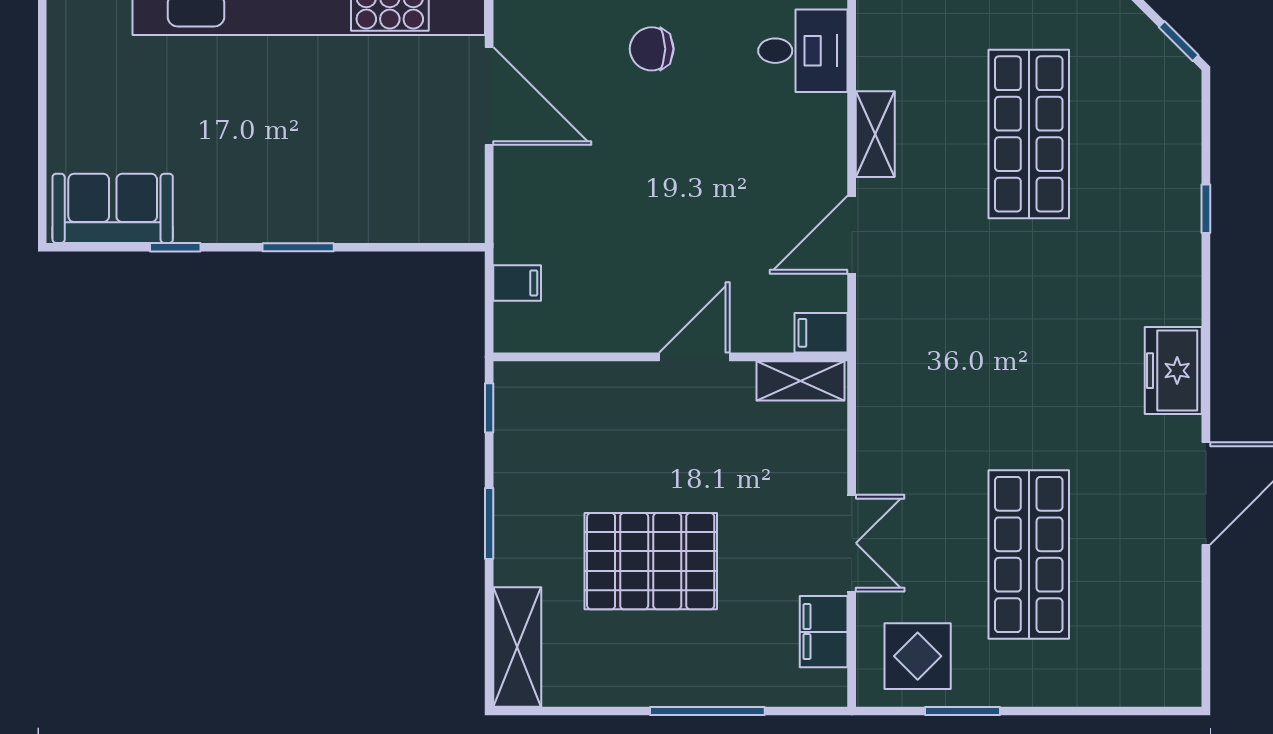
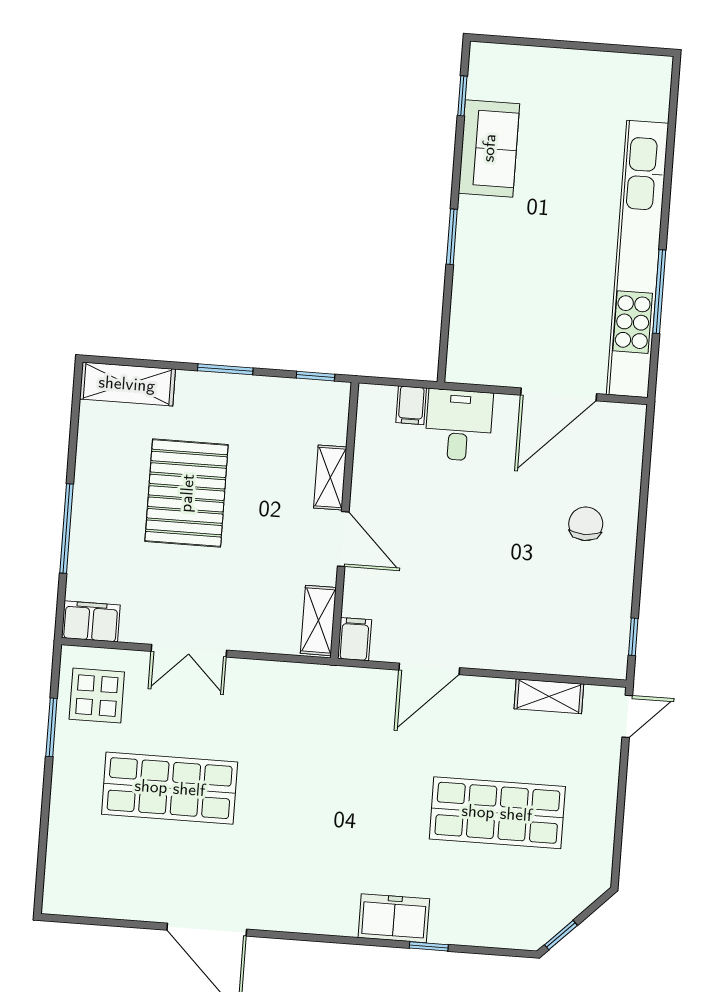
desk: (803, 51) -> (459, 425), moved, turned 180
shelving: (875, 134) -> (549, 696), moved
sofa: (113, 208) -> (489, 148), moved
door: (852, 235) -> (429, 669), swing flipped
window: (175, 247) -> (462, 96), moved
freezer: (1173, 371) -> (394, 918), moved
shelving: (617, 379) -> (330, 478), added
filing cabinet: (824, 632) -> (91, 621), moved

